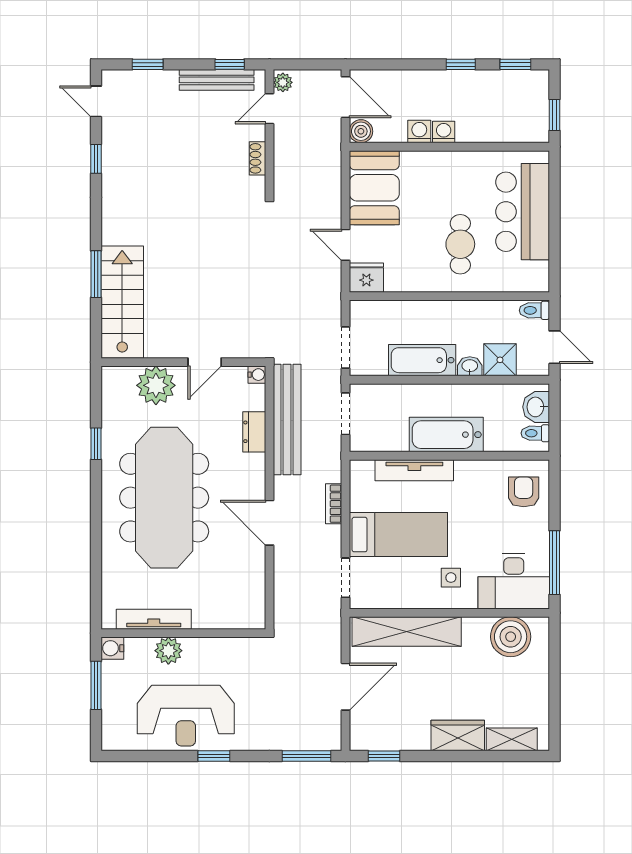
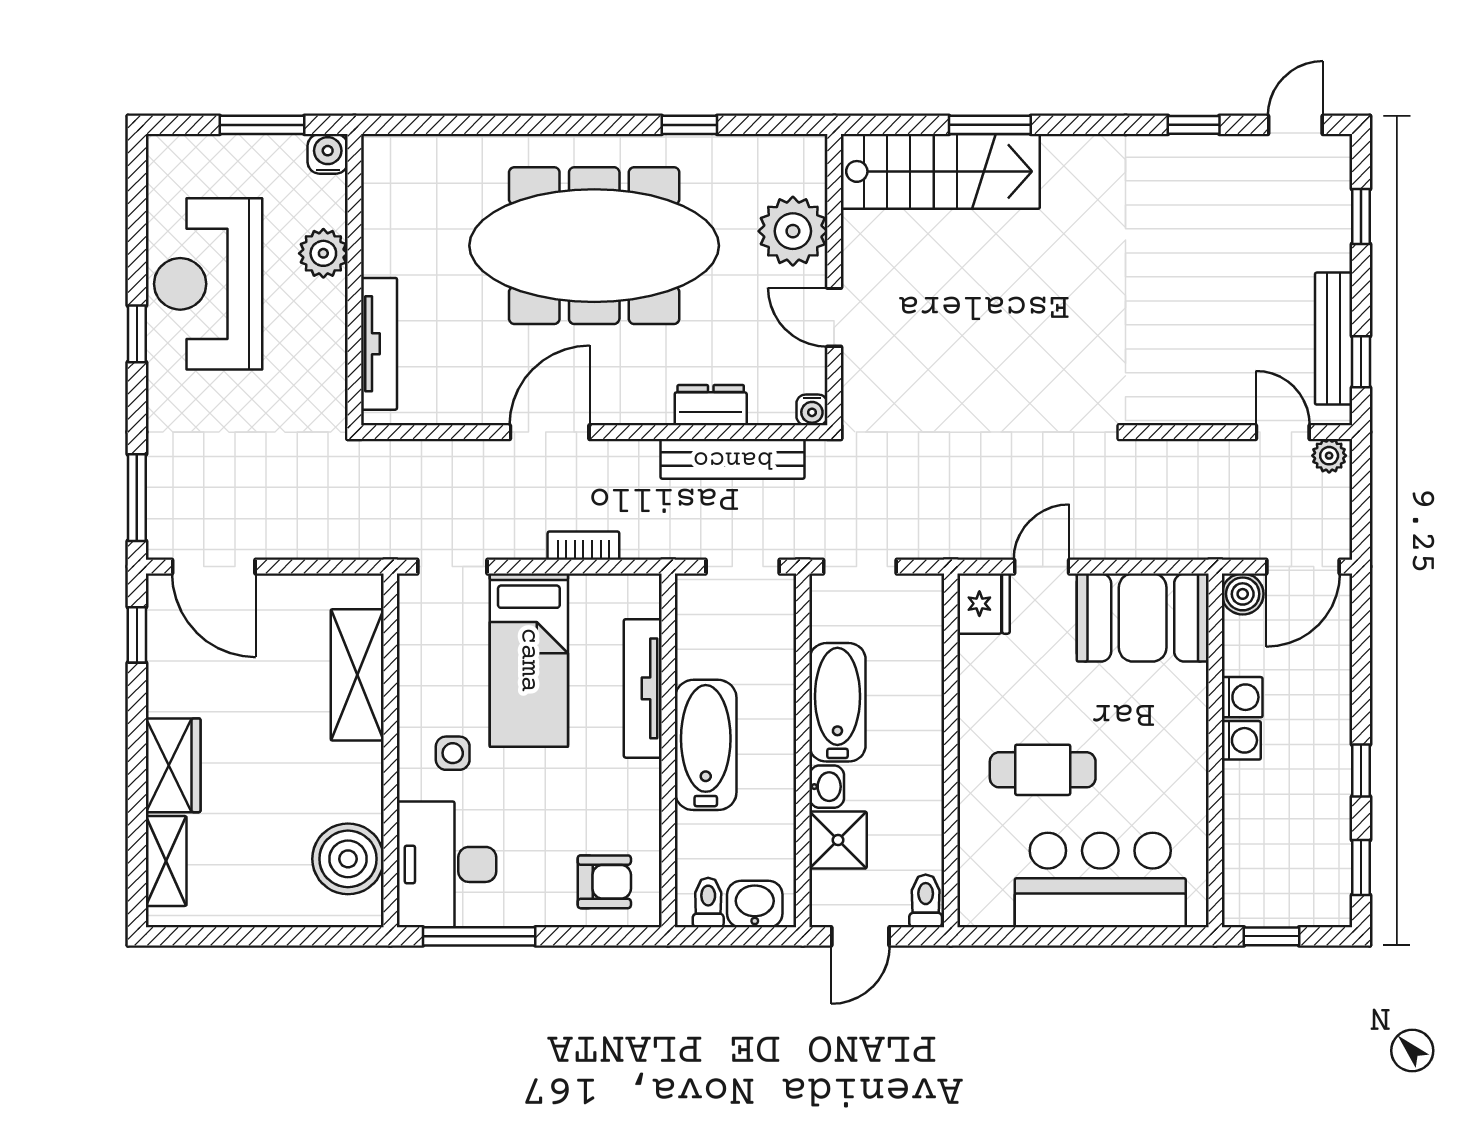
shoe rack: (257, 158) -> (1195, 411), removed
bench: (287, 419) -> (733, 459), width x0.73, depth x0.82
tv unit: (154, 619) -> (379, 344), moved
shelving: (407, 632) -> (357, 675), width x0.68
door: (345, 687) -> (214, 567), moved

